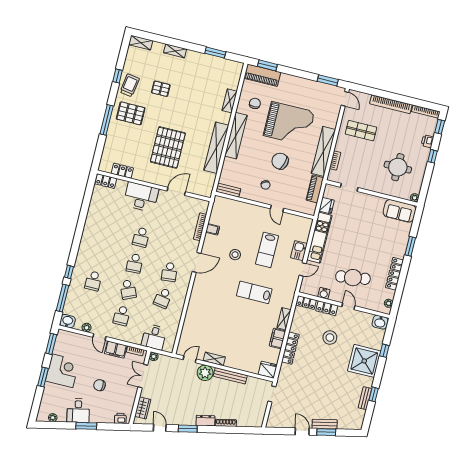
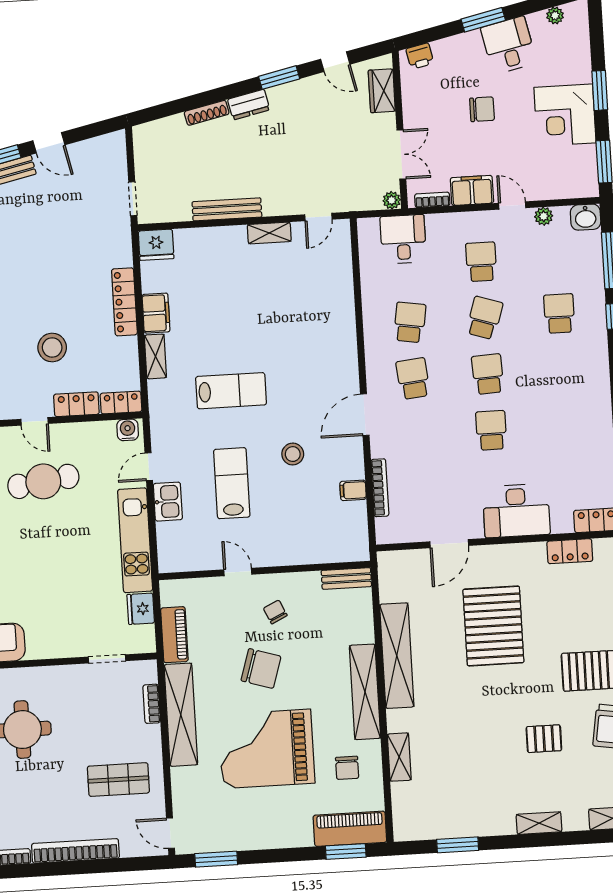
school desk: (128, 290) -> (484, 318), turned 42
water cooler: (324, 293) -> (128, 430), moved
plant: (205, 373) -> (279, 200), removed

